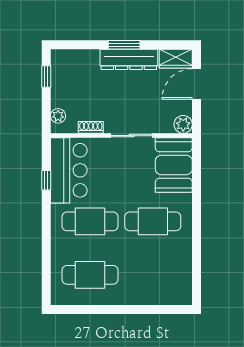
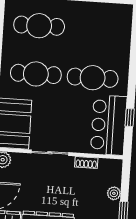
plant: (58, 116) -> (114, 193), moved
cafe table: (90, 275) -> (39, 26), moved

